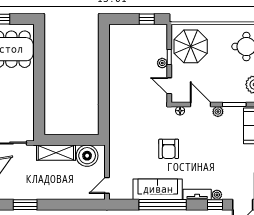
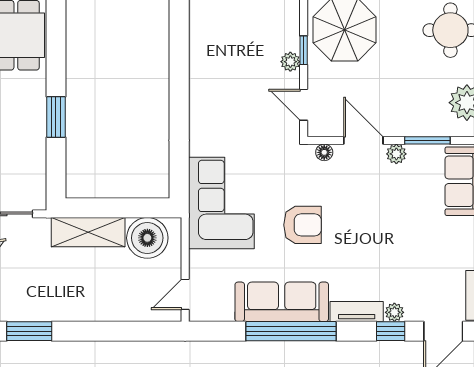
window: (39, 92) -> (56, 117), added
corner sofa: (126, 137) -> (221, 203), added
armchair: (169, 149) -> (303, 225), turned -90

